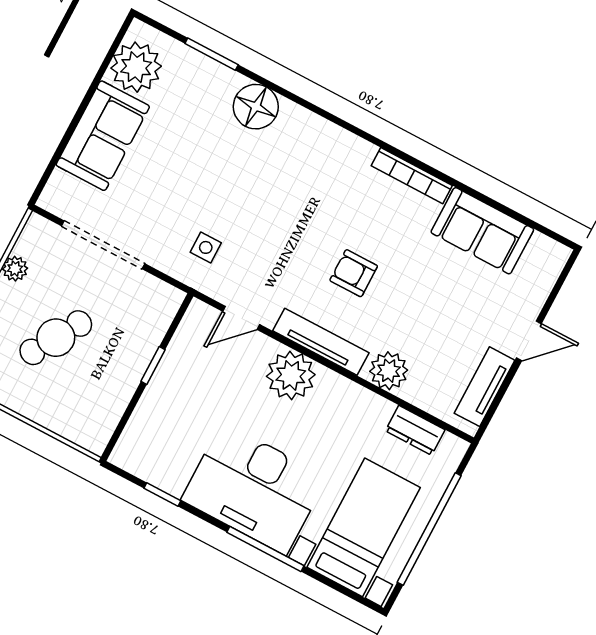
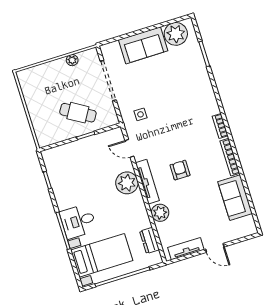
floor lamp: (256, 107) -> (202, 85), removed
bookcase: (348, 142) -> (220, 126), added
cafe table: (56, 338) -> (78, 113), moved
desk: (254, 489) -> (78, 221), width x0.53, depth x0.77

